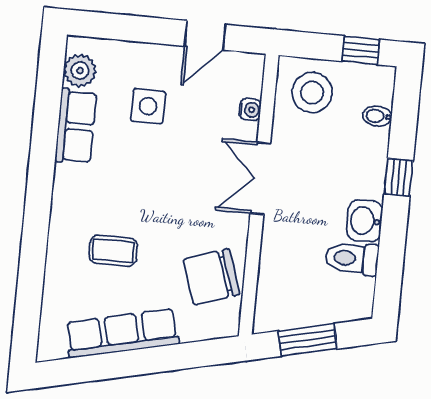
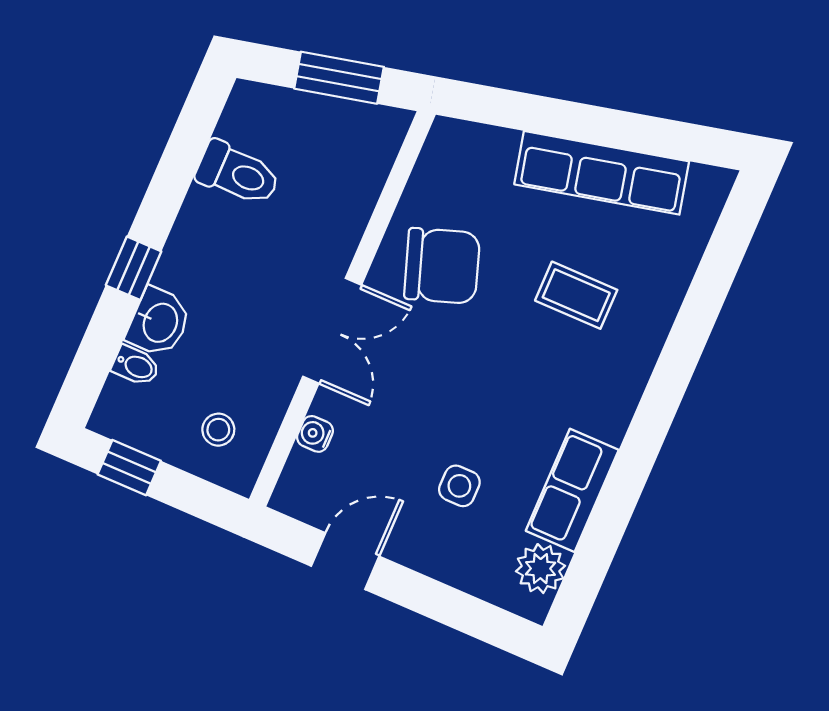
stool: (312, 93) -> (218, 430), width x0.53, depth x0.53
side table: (148, 106) -> (459, 486), width x0.73, depth x0.73
washbasin: (365, 221) -> (159, 322), moved
chair: (212, 277) -> (442, 266), moved

